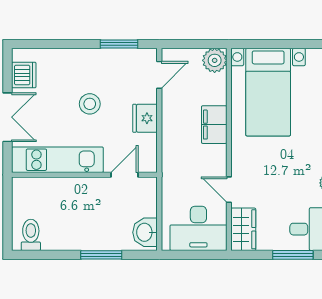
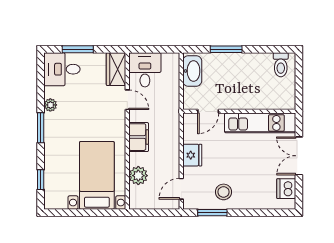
plant: (215, 60) -> (138, 176), moved
stool: (90, 104) -> (224, 192), moved
filing cabinet: (214, 125) -> (139, 137), moved
desk: (198, 228) -> (145, 70), width x0.73
washbasin: (145, 232) -> (192, 71), width x1.38

